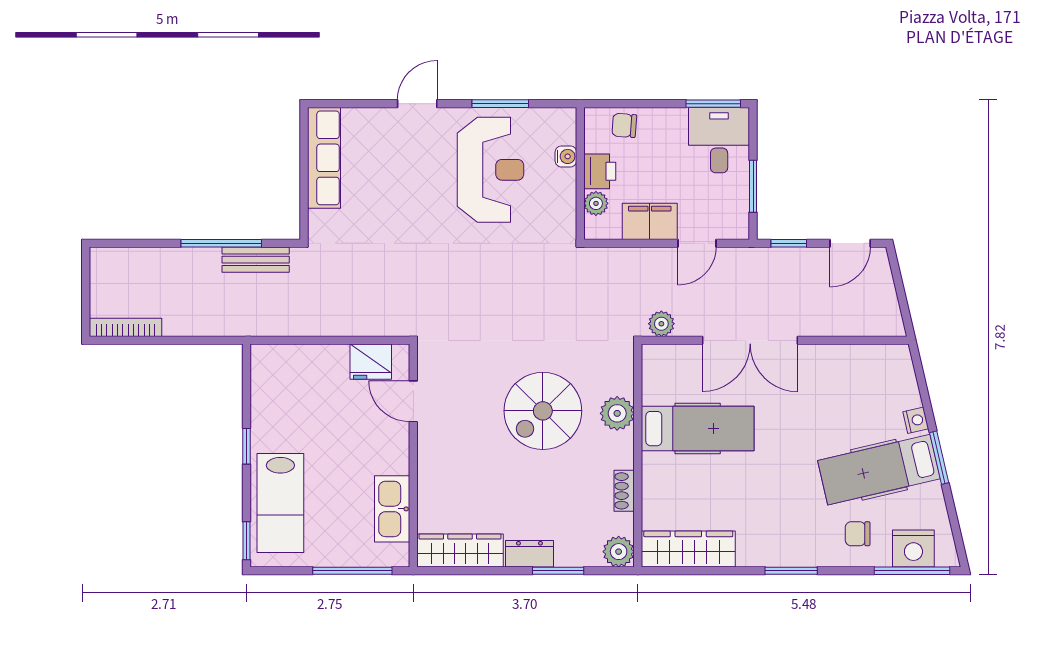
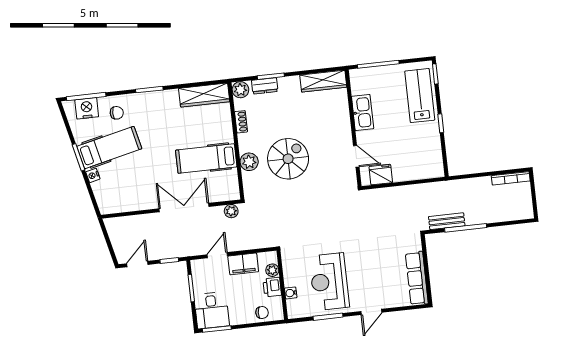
kitchen sink: (392, 509) -> (363, 113), moved
dresser: (529, 554) -> (265, 86), moved

